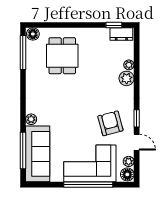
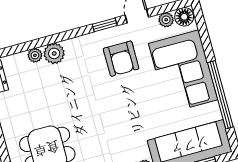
armchair: (110, 123) -> (121, 59), turned -75
window: (88, 185) -> (220, 95), moved

